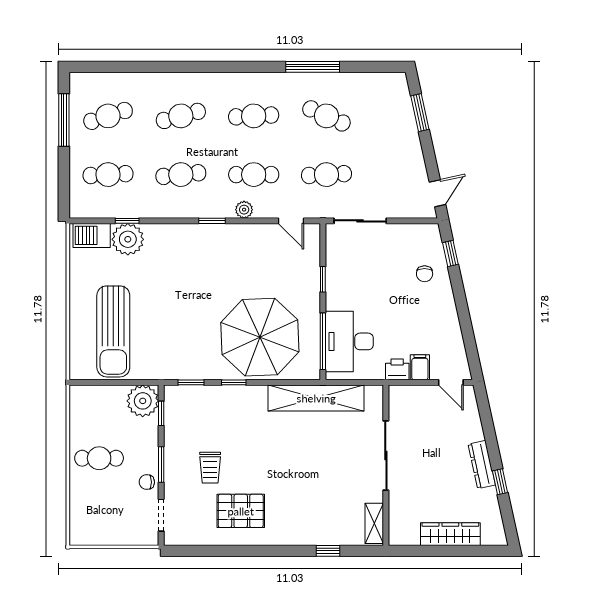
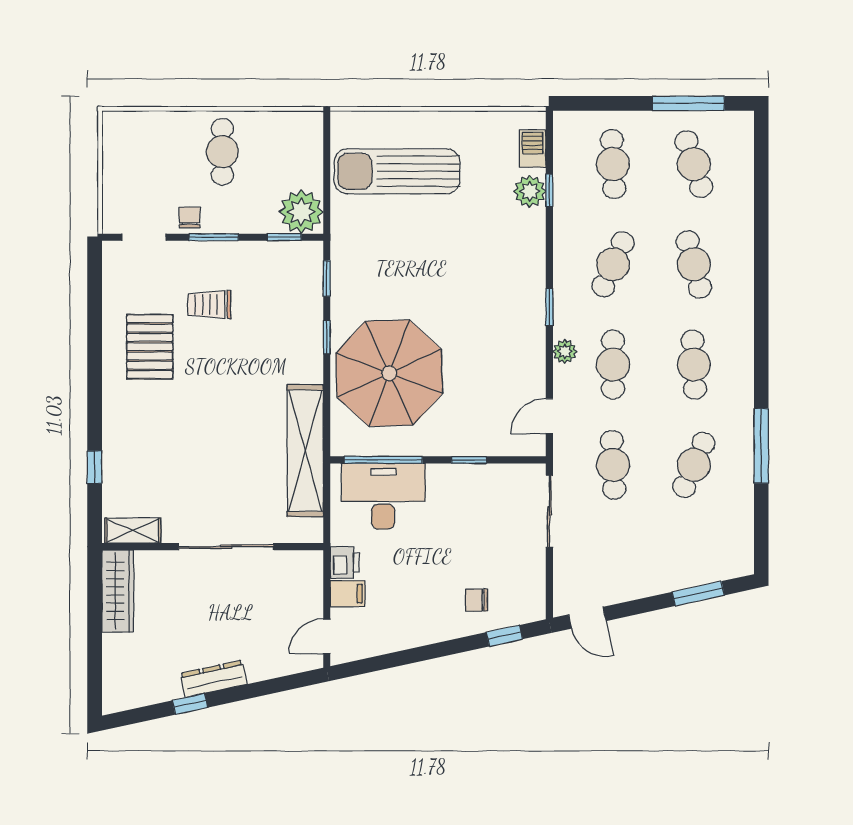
cafe table: (181, 175) -> (613, 264), turned 30
barbecue: (92, 235) -> (533, 148), width x0.73, depth x0.79
plant: (128, 239) -> (530, 191), width x0.73, depth x0.73
wardrobe: (450, 534) -> (118, 591), moved

